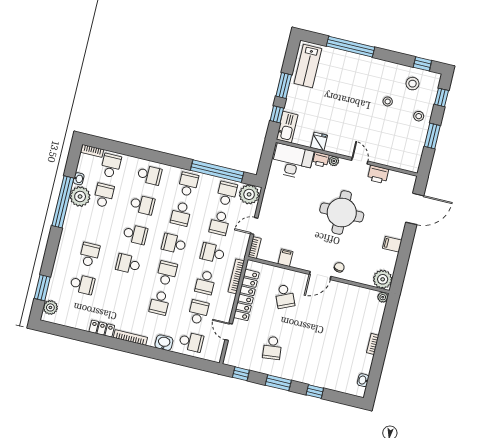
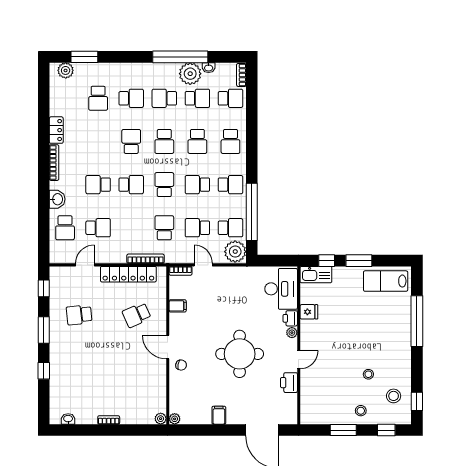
plant: (383, 279) -> (175, 419), width x0.53, depth x0.53
school desk: (205, 282) -> (164, 98), moved

